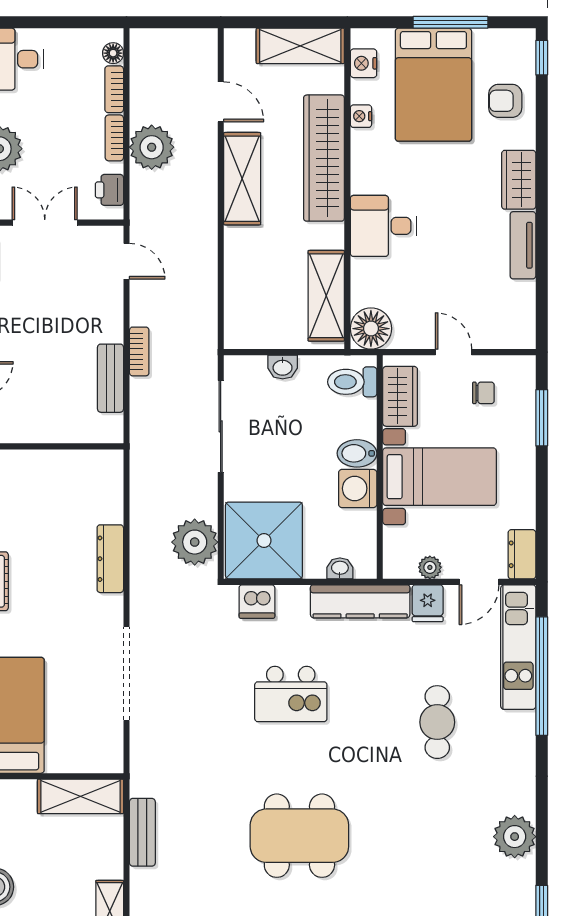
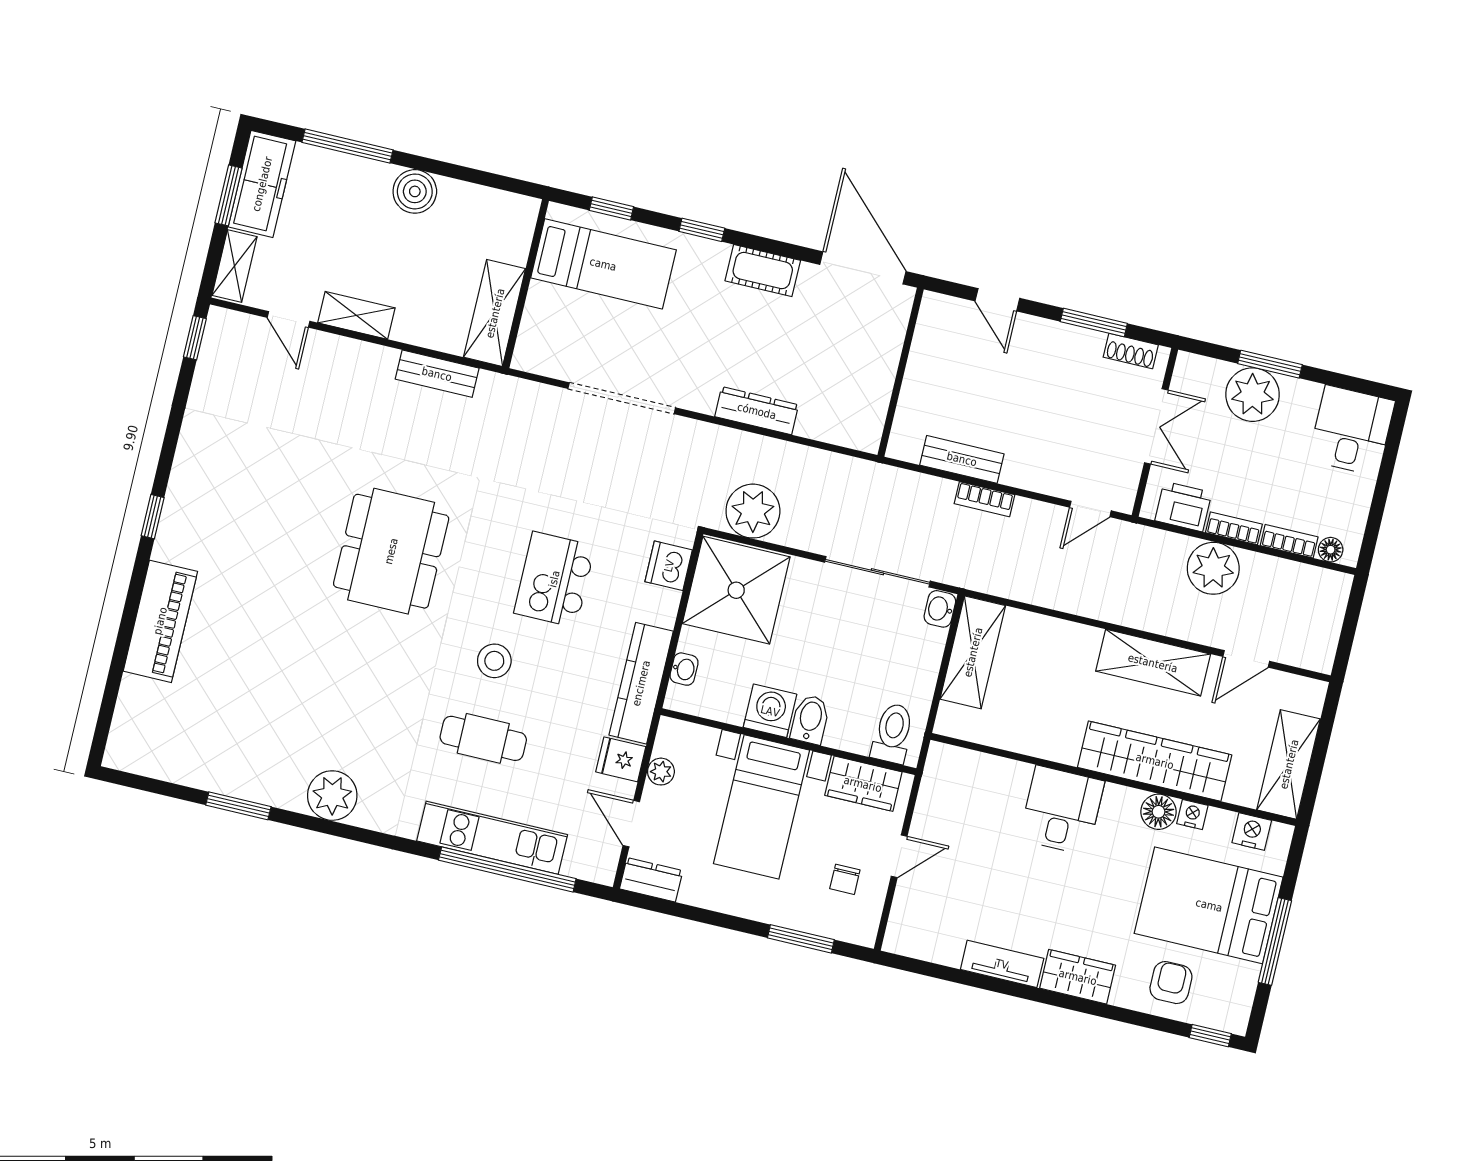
printer: (109, 190) -> (1183, 506), width x1.36, depth x1.24
shelving: (326, 296) -> (973, 652), moved, turned 90
floor lamp: (371, 329) -> (1158, 812), moved, width x0.73, depth x0.73
washbasin: (283, 367) -> (940, 609), moved
kitchen unit: (518, 647) -> (492, 838), moved
stool: (370, 728) -> (494, 661), added

